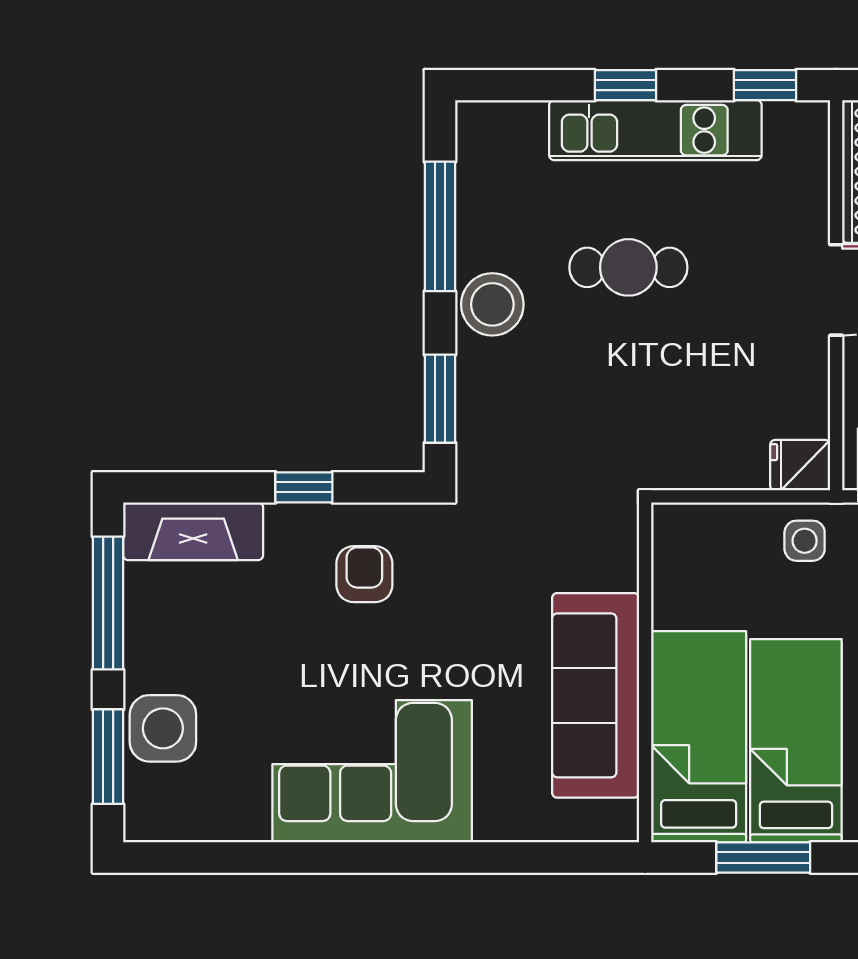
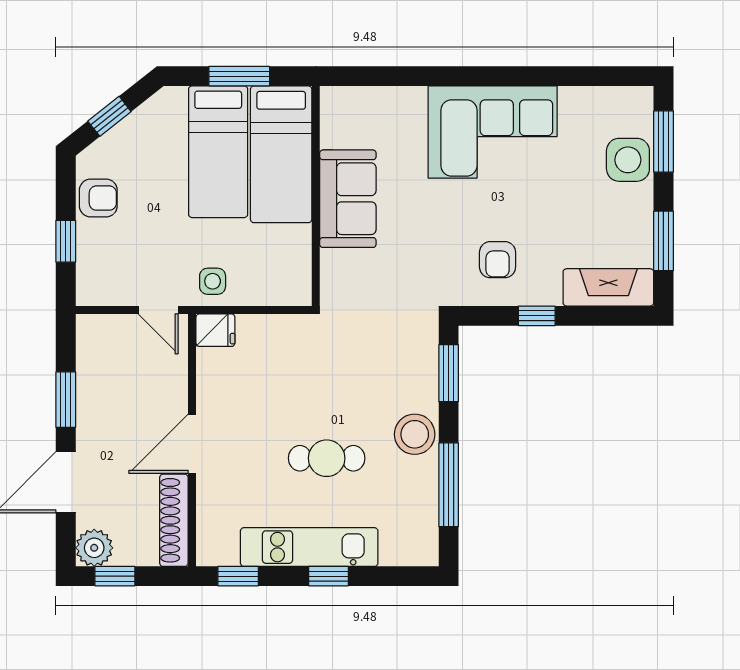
window: (108, 603) -> (663, 241), width x0.69
sofa: (596, 695) -> (348, 199), width x0.73

